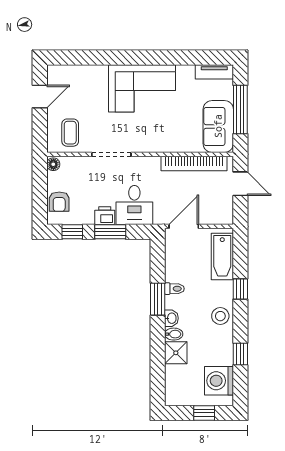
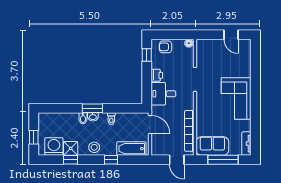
coffee table: (70, 133) -> (209, 54), removed
door: (240, 184) -> (177, 160), hinge flipped
window: (110, 232) -> (147, 79), removed
window: (158, 299) -> (92, 108), moved
shower: (176, 353) -> (71, 148), moved

